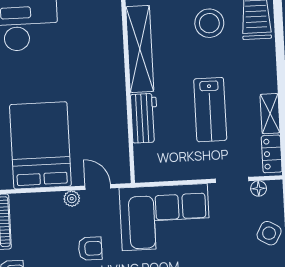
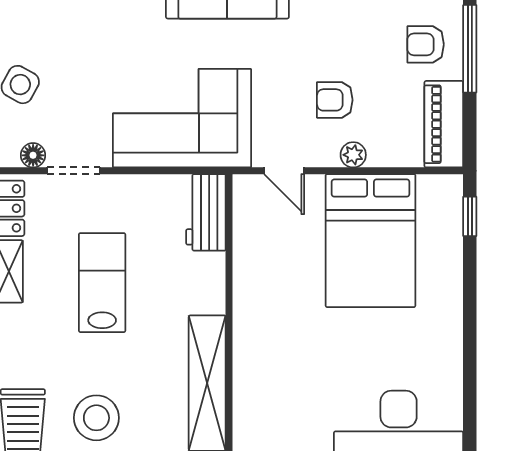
workbench: (144, 118) -> (206, 212), moved
plant: (72, 199) -> (353, 155), moved
armchair: (90, 248) -> (335, 100), moved

